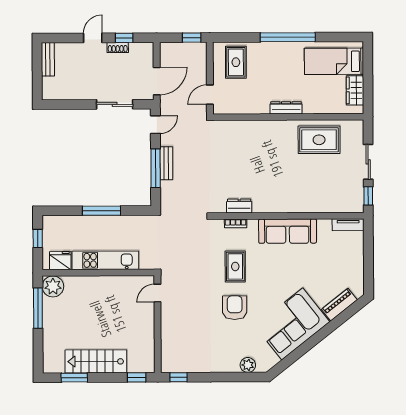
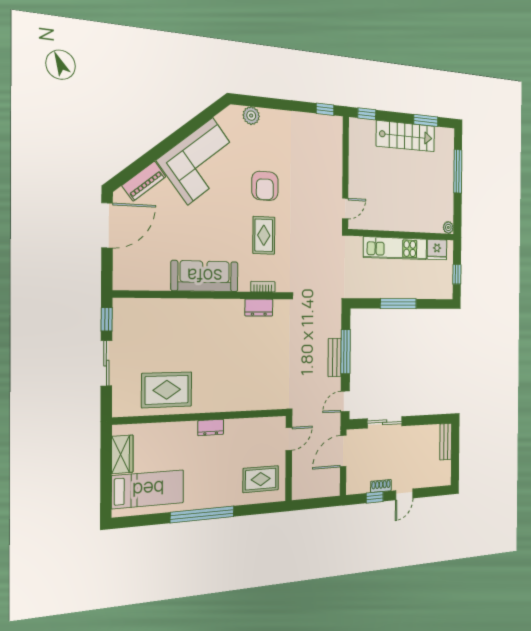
window: (192, 38) -> (307, 504), removed
bench: (48, 59) -> (446, 442), moved
rug: (236, 62) -> (261, 479), turned 90
dresser: (286, 108) -> (211, 427), width x0.70
tv unit: (348, 225) -> (132, 283), removed
door: (369, 268) -> (107, 225), added
plant: (53, 286) -> (448, 227), width x0.53, depth x0.53
window: (38, 308) -> (458, 171), moved

